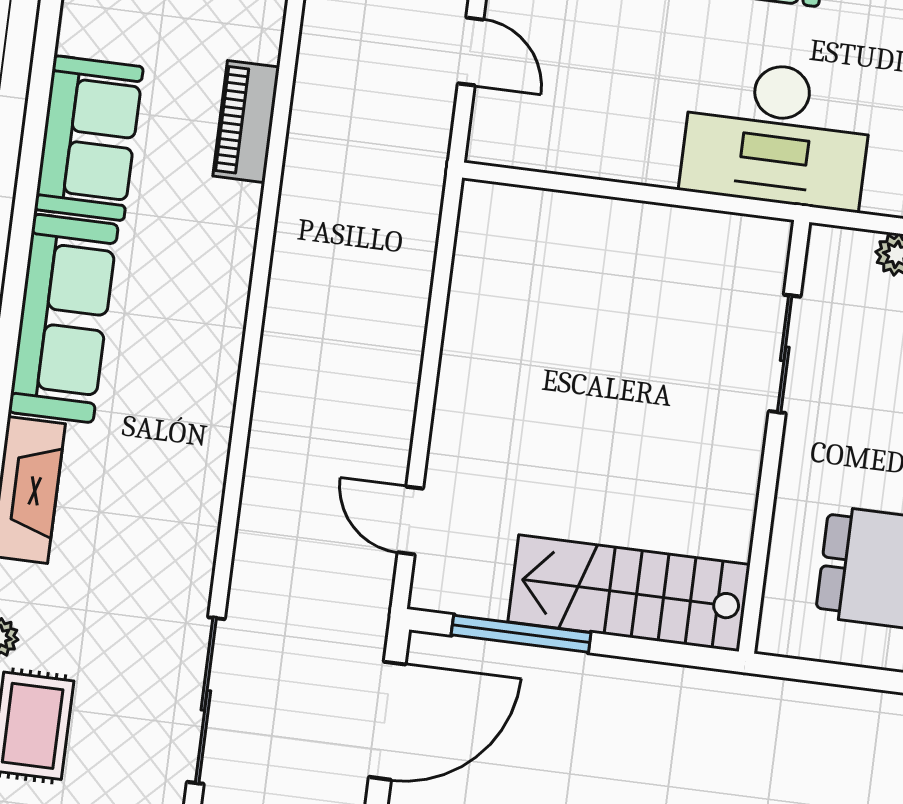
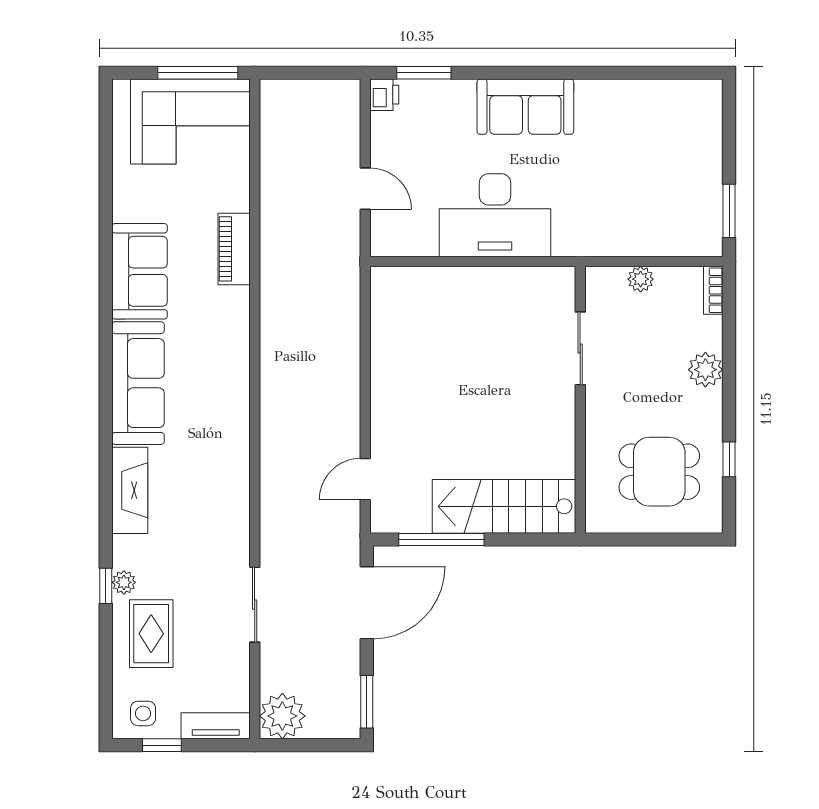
desk: (777, 134) -> (495, 215), moved
door: (410, 521) -> (365, 479), hinge flipped
sliding door: (206, 700) -> (255, 605), width x0.73

